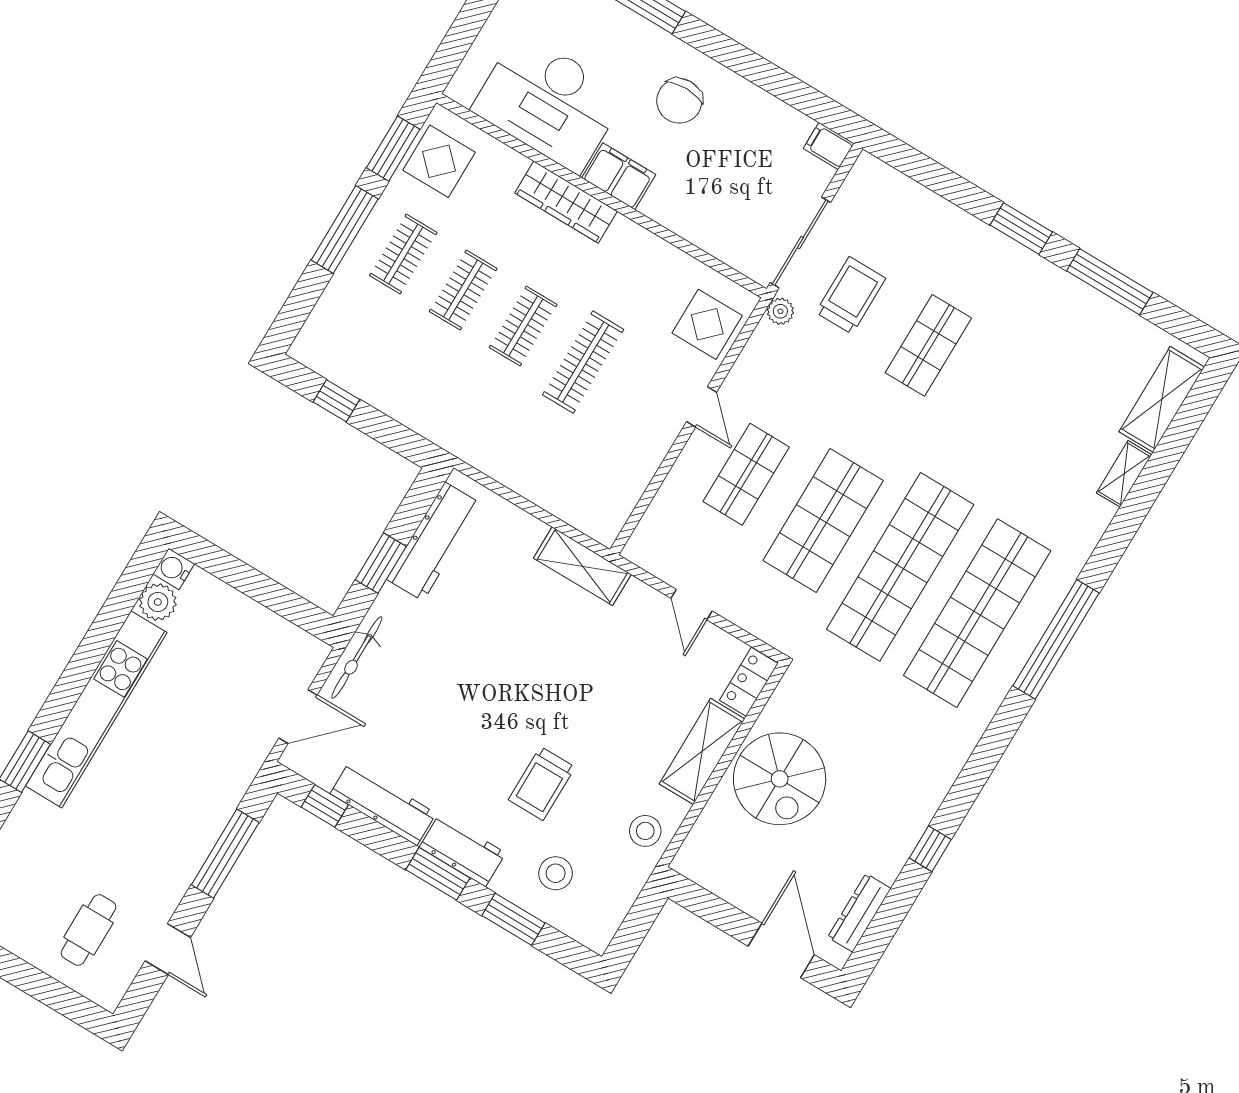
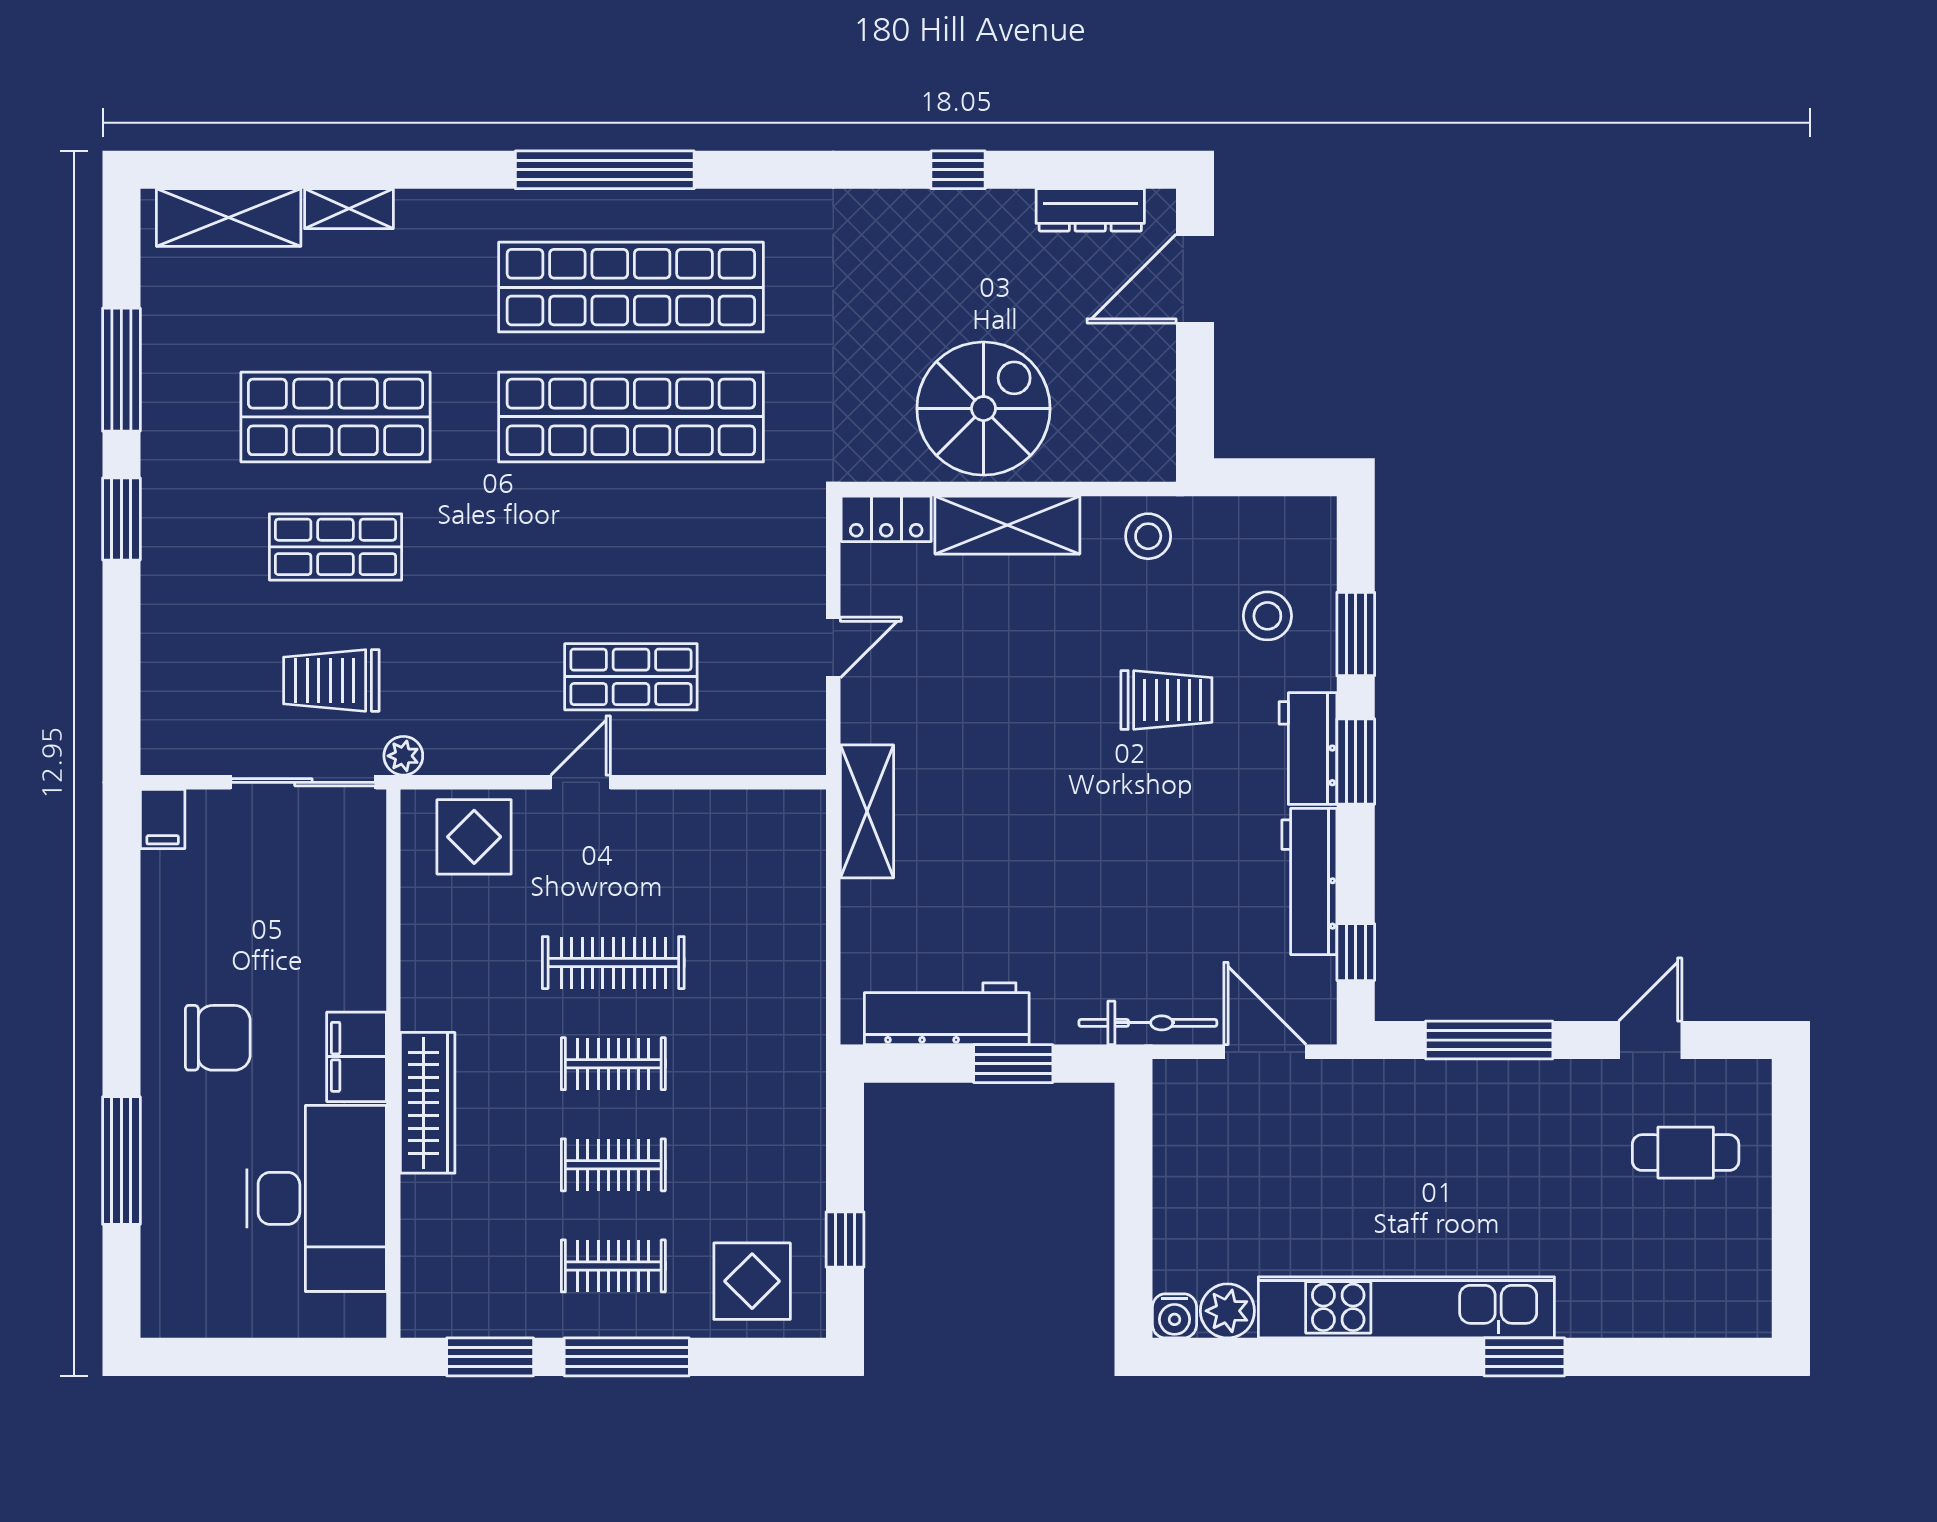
display table: (439, 161) -> (752, 1281), moved
shop shelf: (823, 521) -> (335, 417), moved

